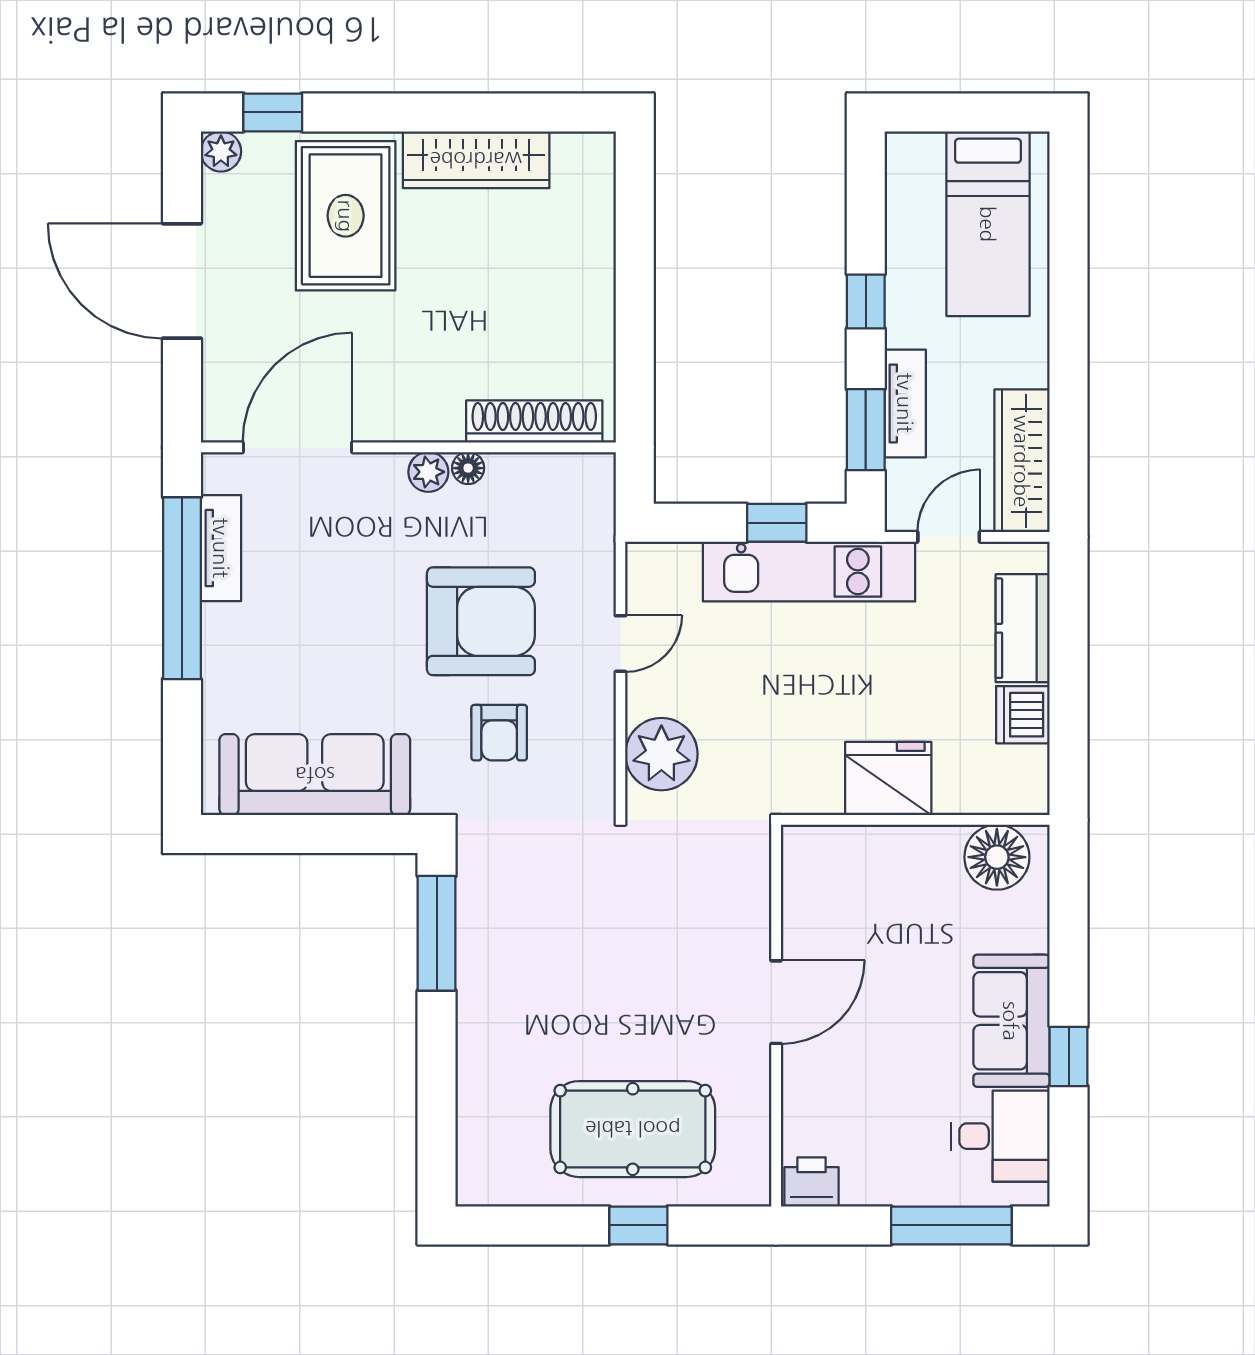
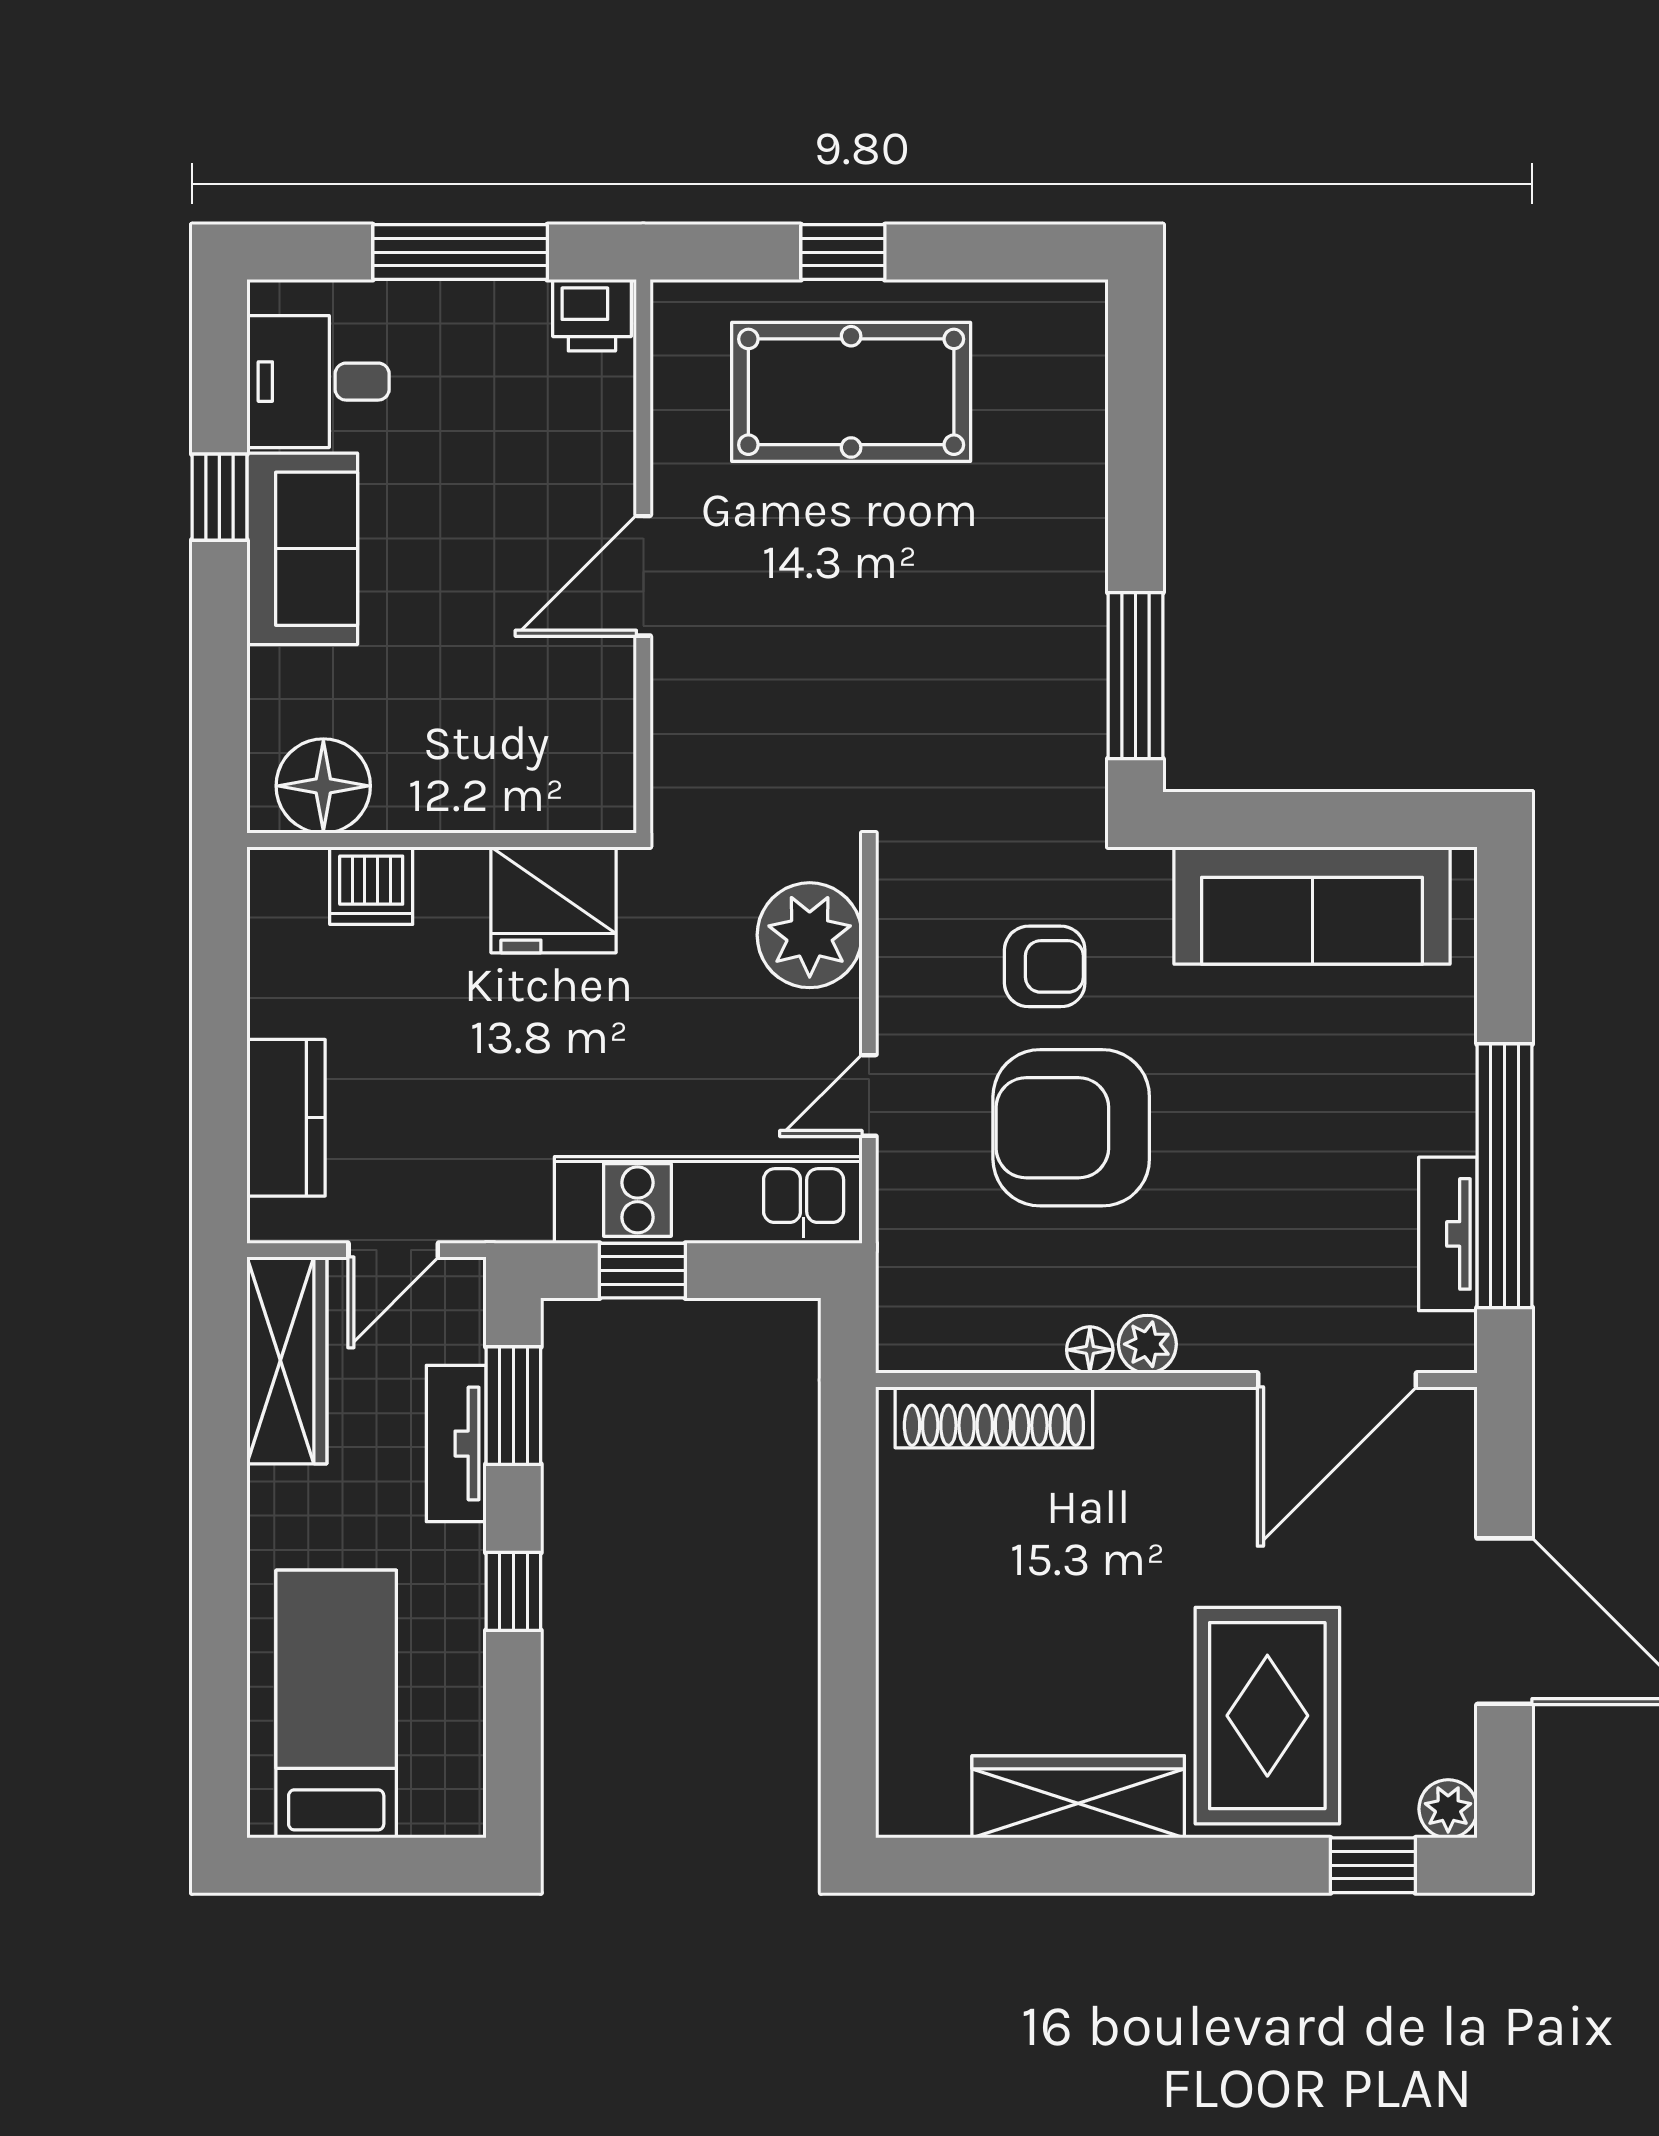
kitchen unit: (809, 572) -> (708, 1200), moved
dishwasher: (1023, 715) -> (371, 886), moved, turned 90
armchair: (499, 733) -> (1045, 966), turned 90
fridge: (888, 779) -> (553, 900), moved
window: (951, 1225) -> (460, 252), moved

